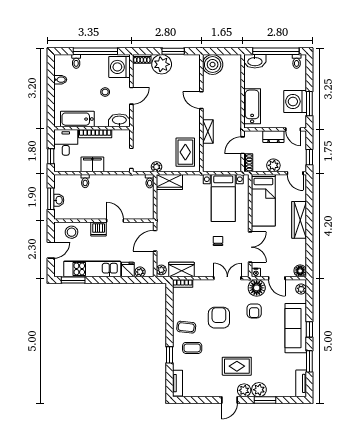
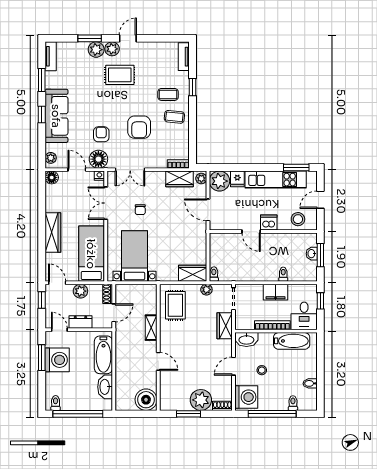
washbasin: (255, 61) -> (105, 387), moved, turned -90
wardrobe: (140, 133) -> (225, 326), added
door: (155, 241) -> (208, 210), swing flipped
plant: (140, 272) -> (219, 181), width x1.88, depth x1.88

